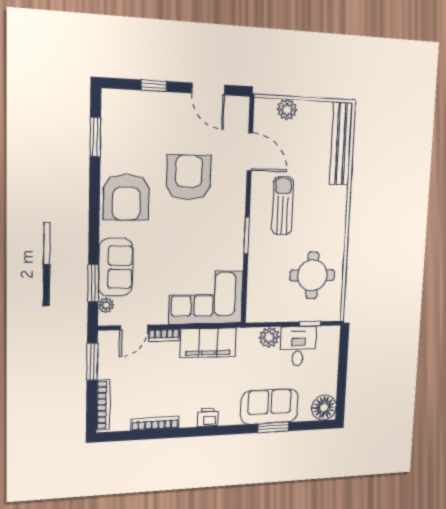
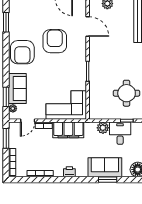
sun lounger: (282, 206) -> (107, 55), removed

